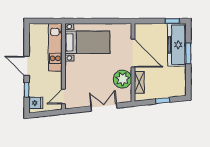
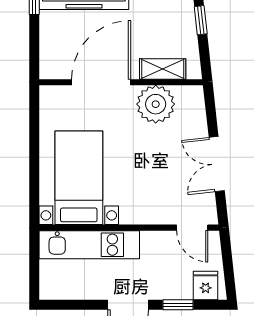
double door: (104, 107) -> (217, 164), moved

